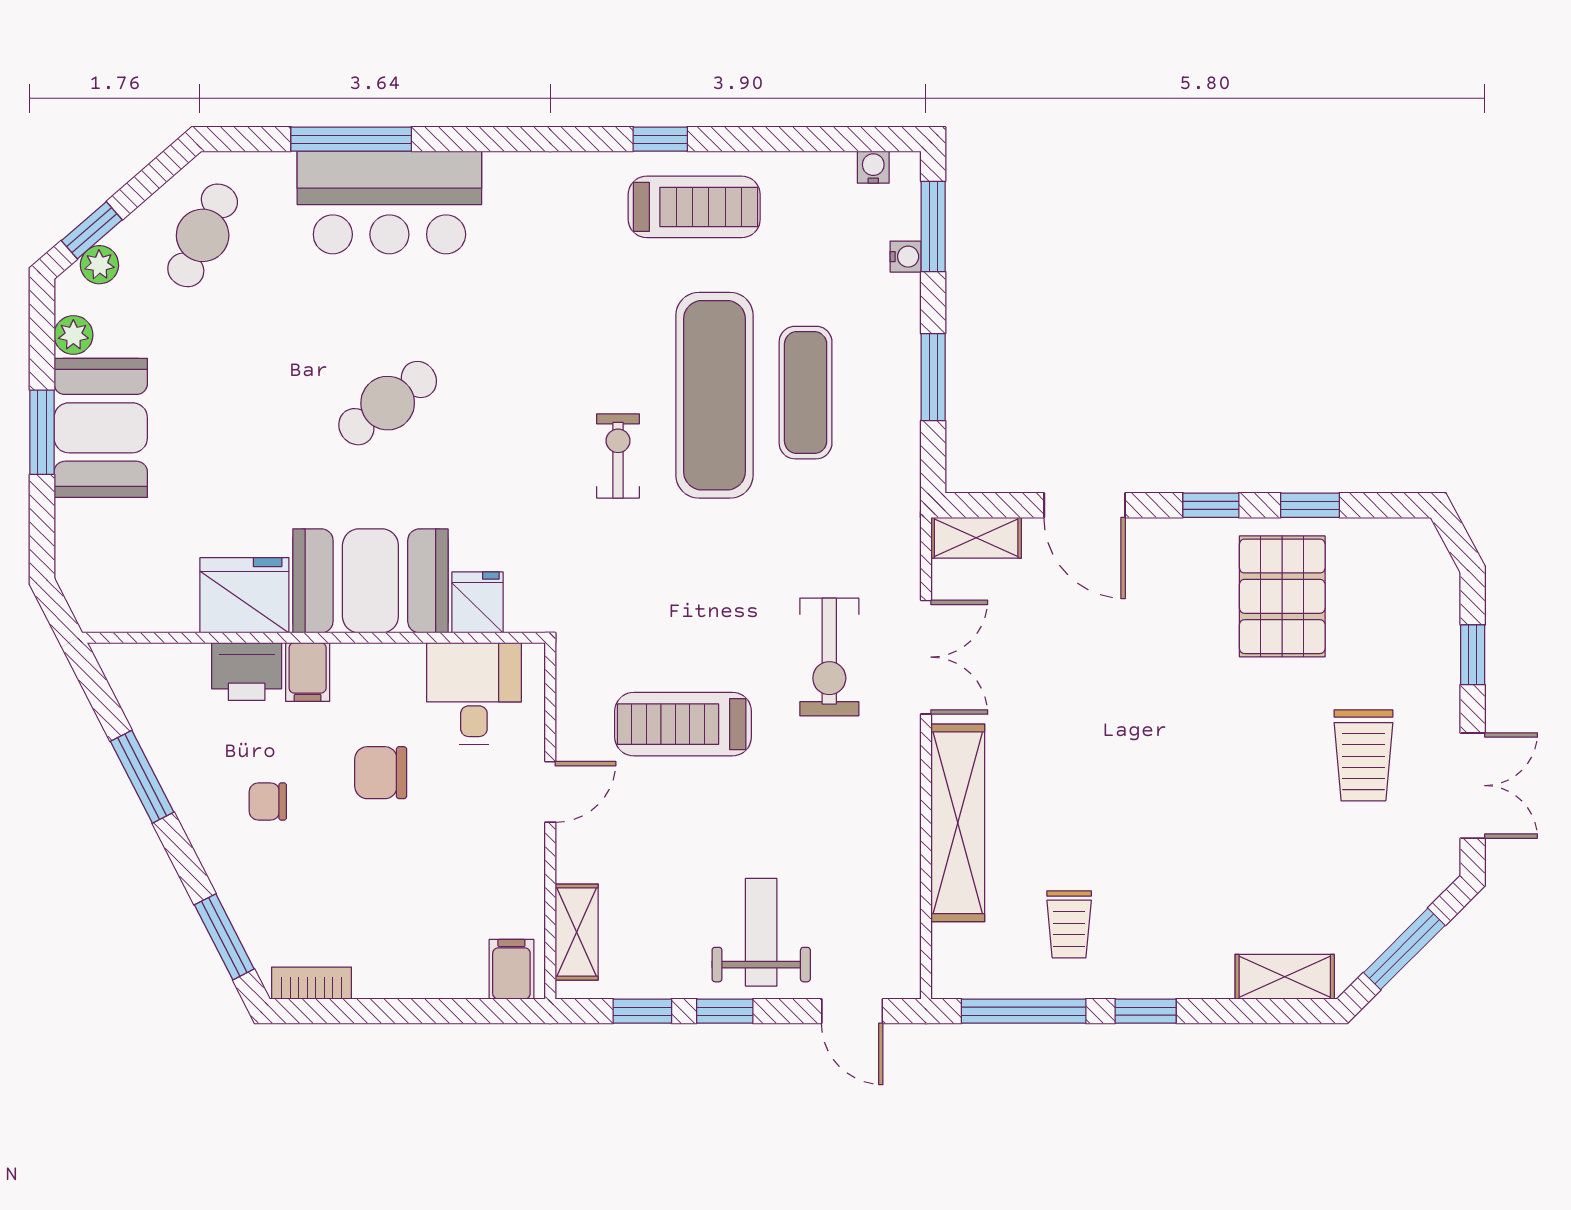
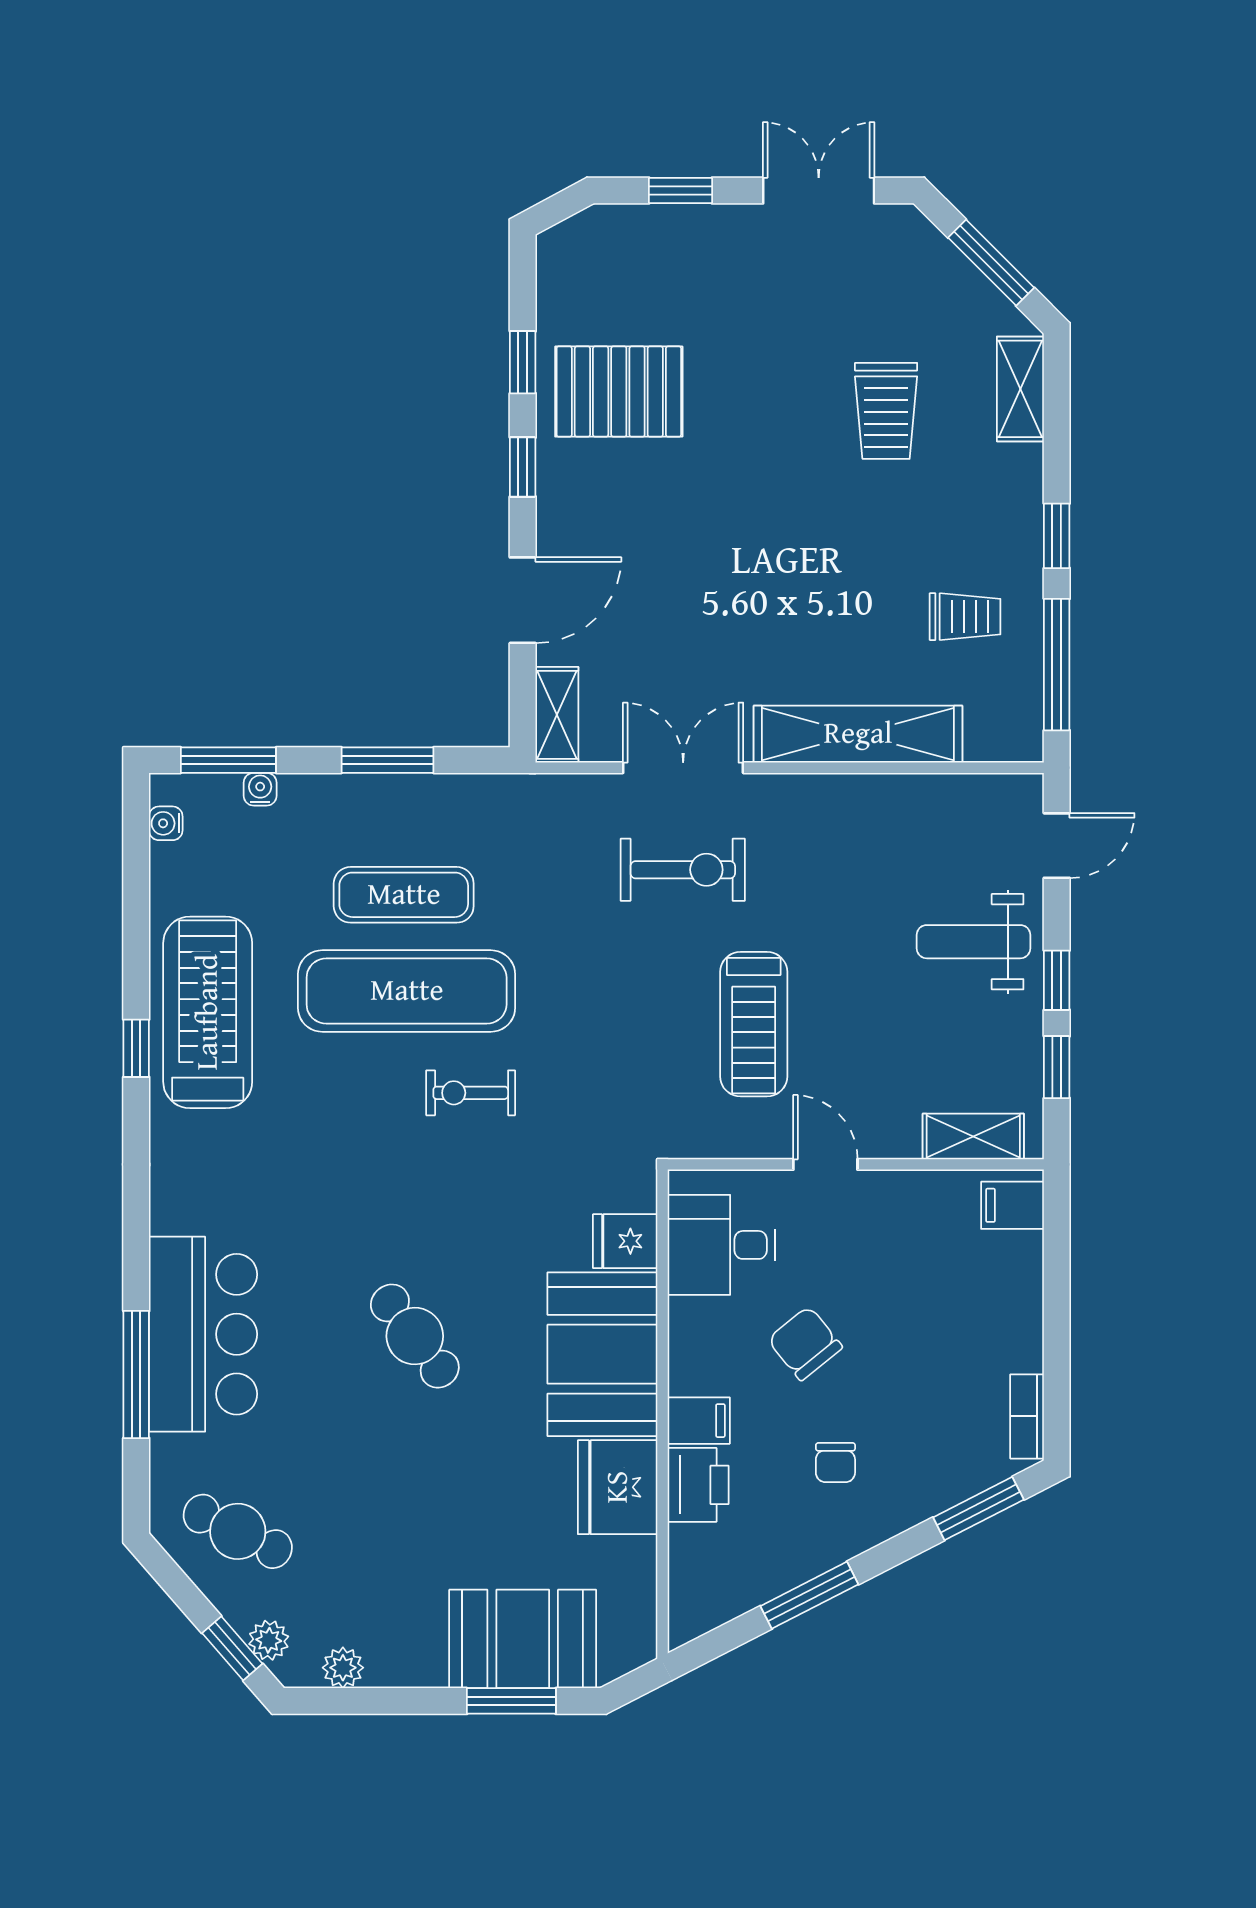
treadmill: (694, 207) -> (208, 1012), width x1.37, depth x1.38
booth: (101, 428) -> (523, 1639), moved
window: (42, 432) -> (511, 1701), moved
trolley: (1363, 755) -> (886, 411), moved, turned 90
chair: (381, 773) -> (805, 1343), turned 141

